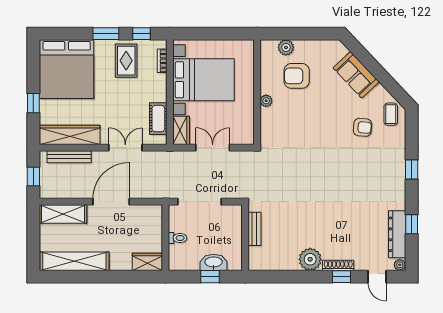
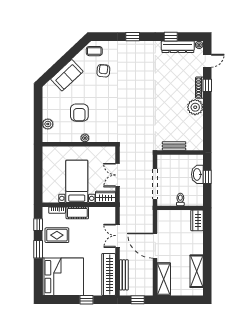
armchair: (297, 76) -> (79, 113), moved
bed with nightstands: (204, 80) -> (77, 181), width x0.73
cot: (158, 119) -> (77, 213), moved
shelving: (74, 261) -> (197, 271), width x0.68

